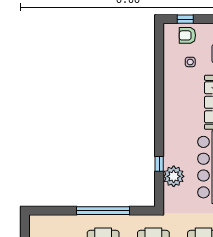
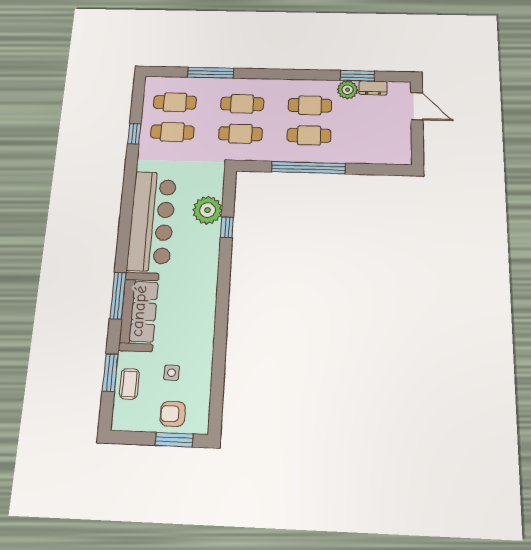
window: (185, 19) -> (174, 440), width x1.50
armchair: (187, 35) -> (173, 414), turned 180

